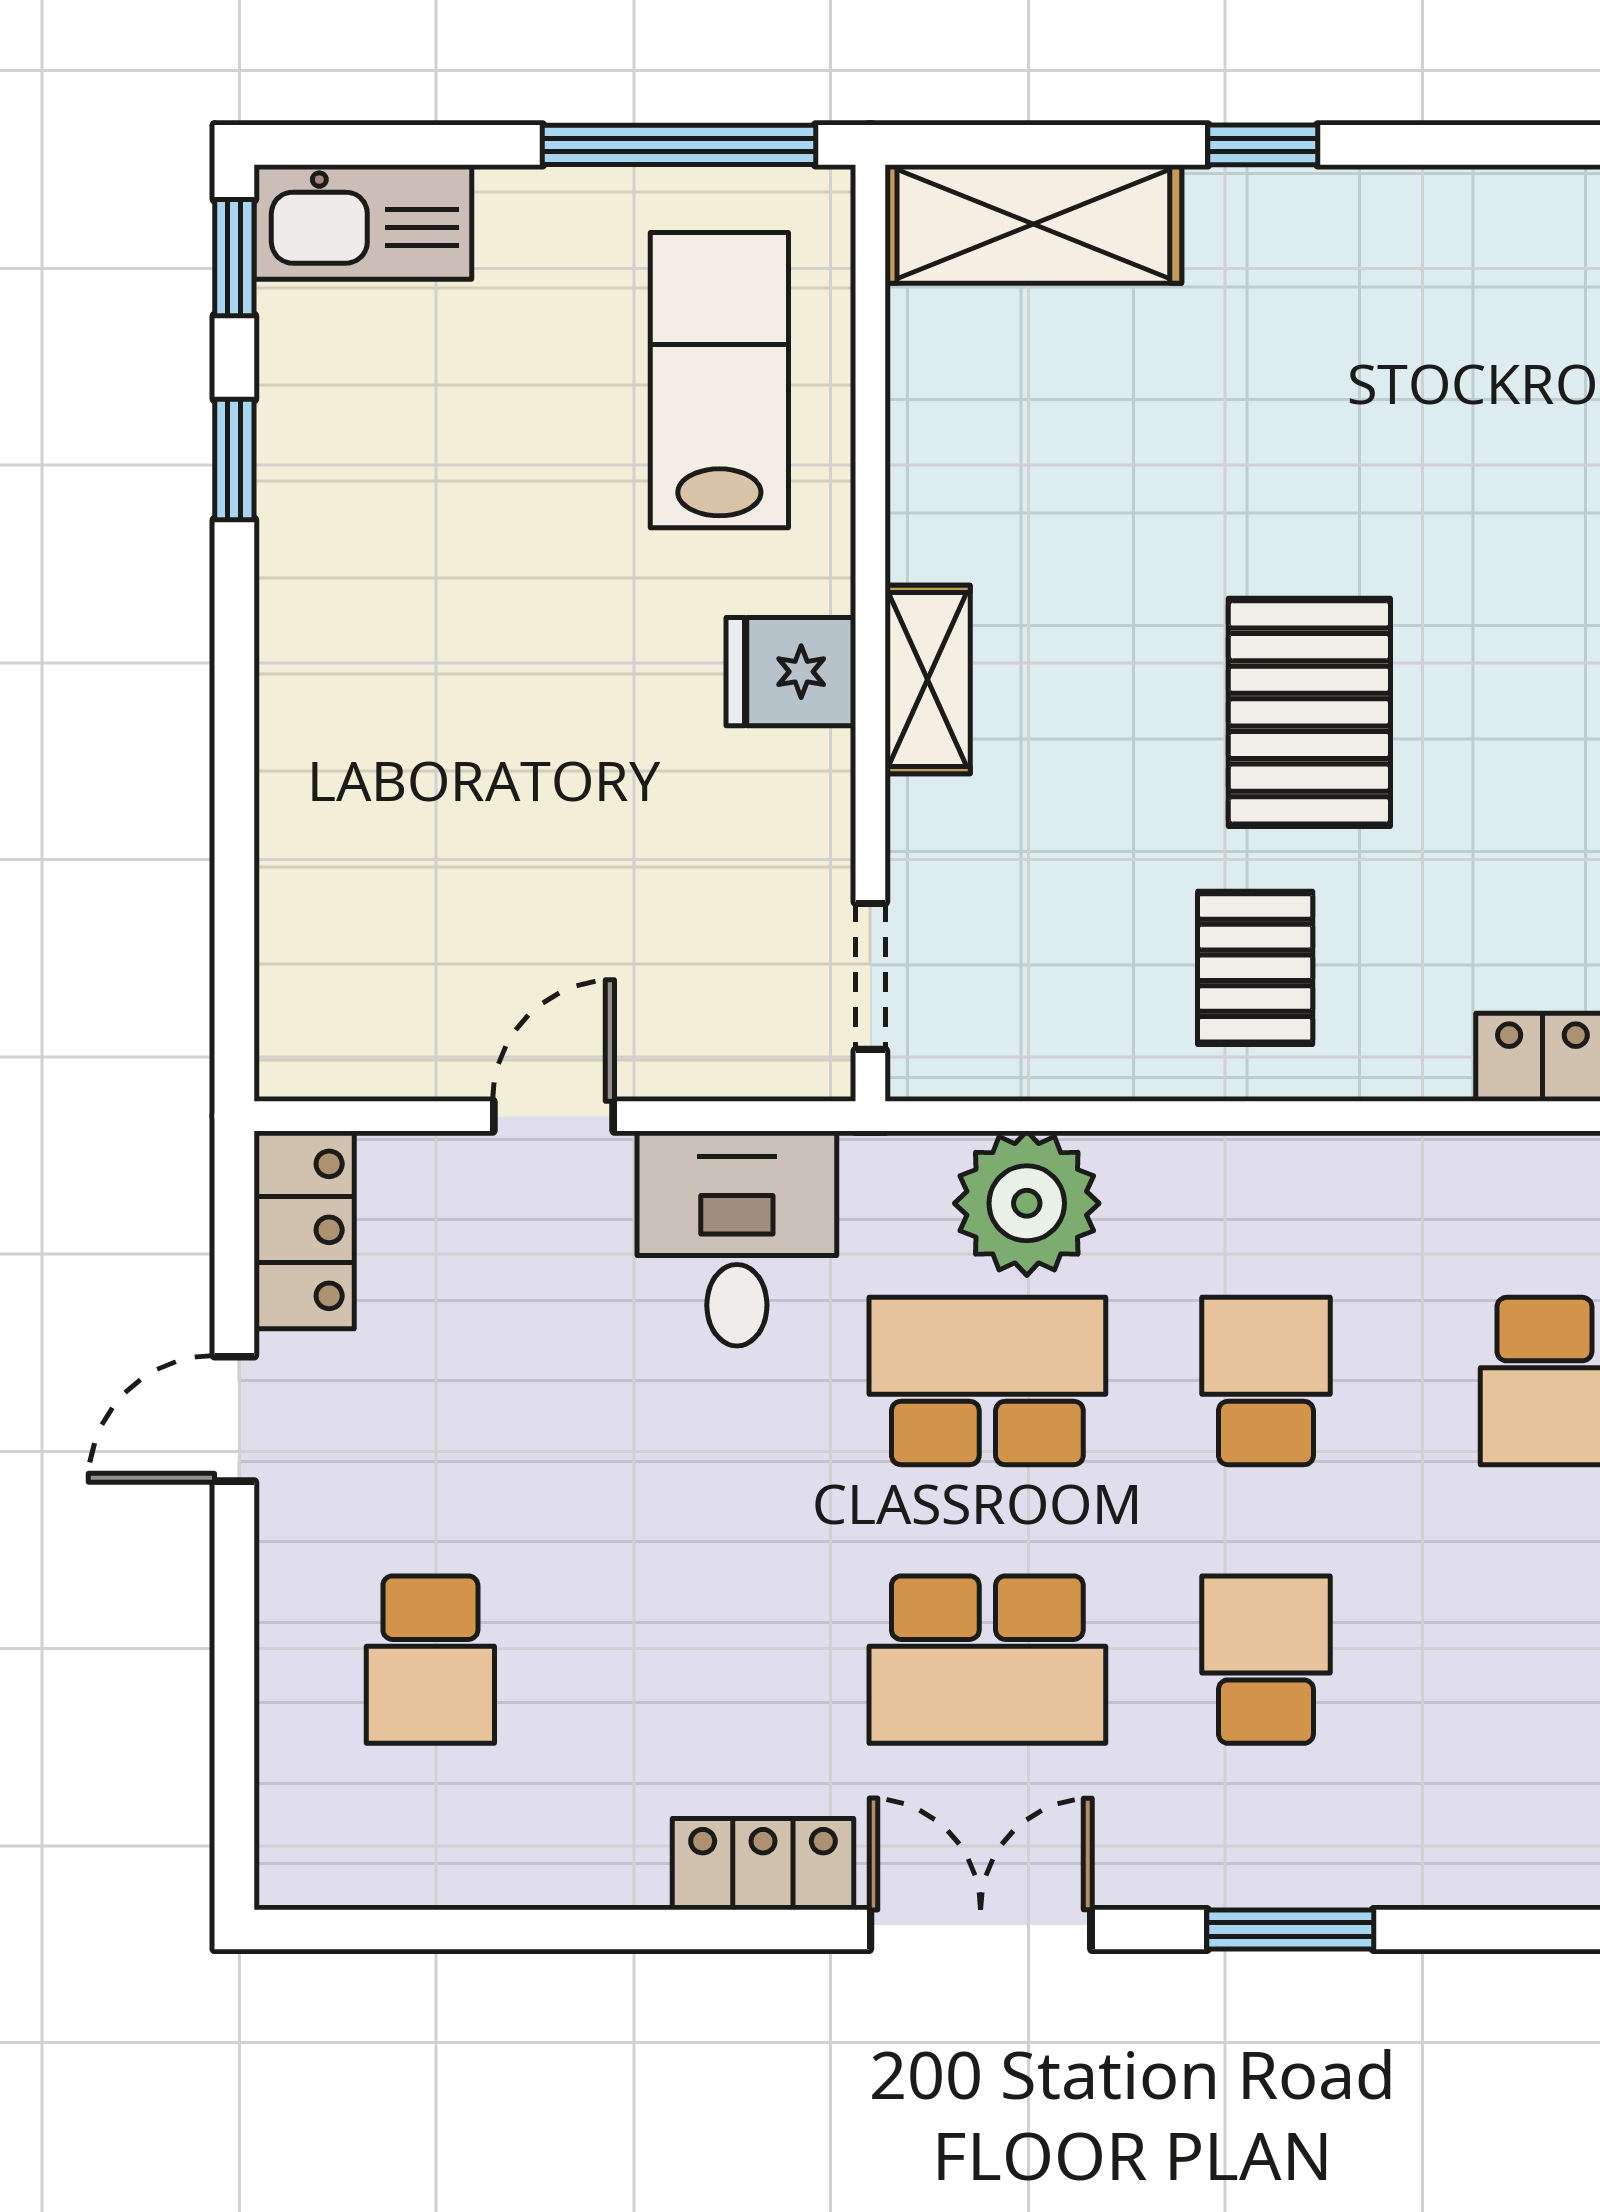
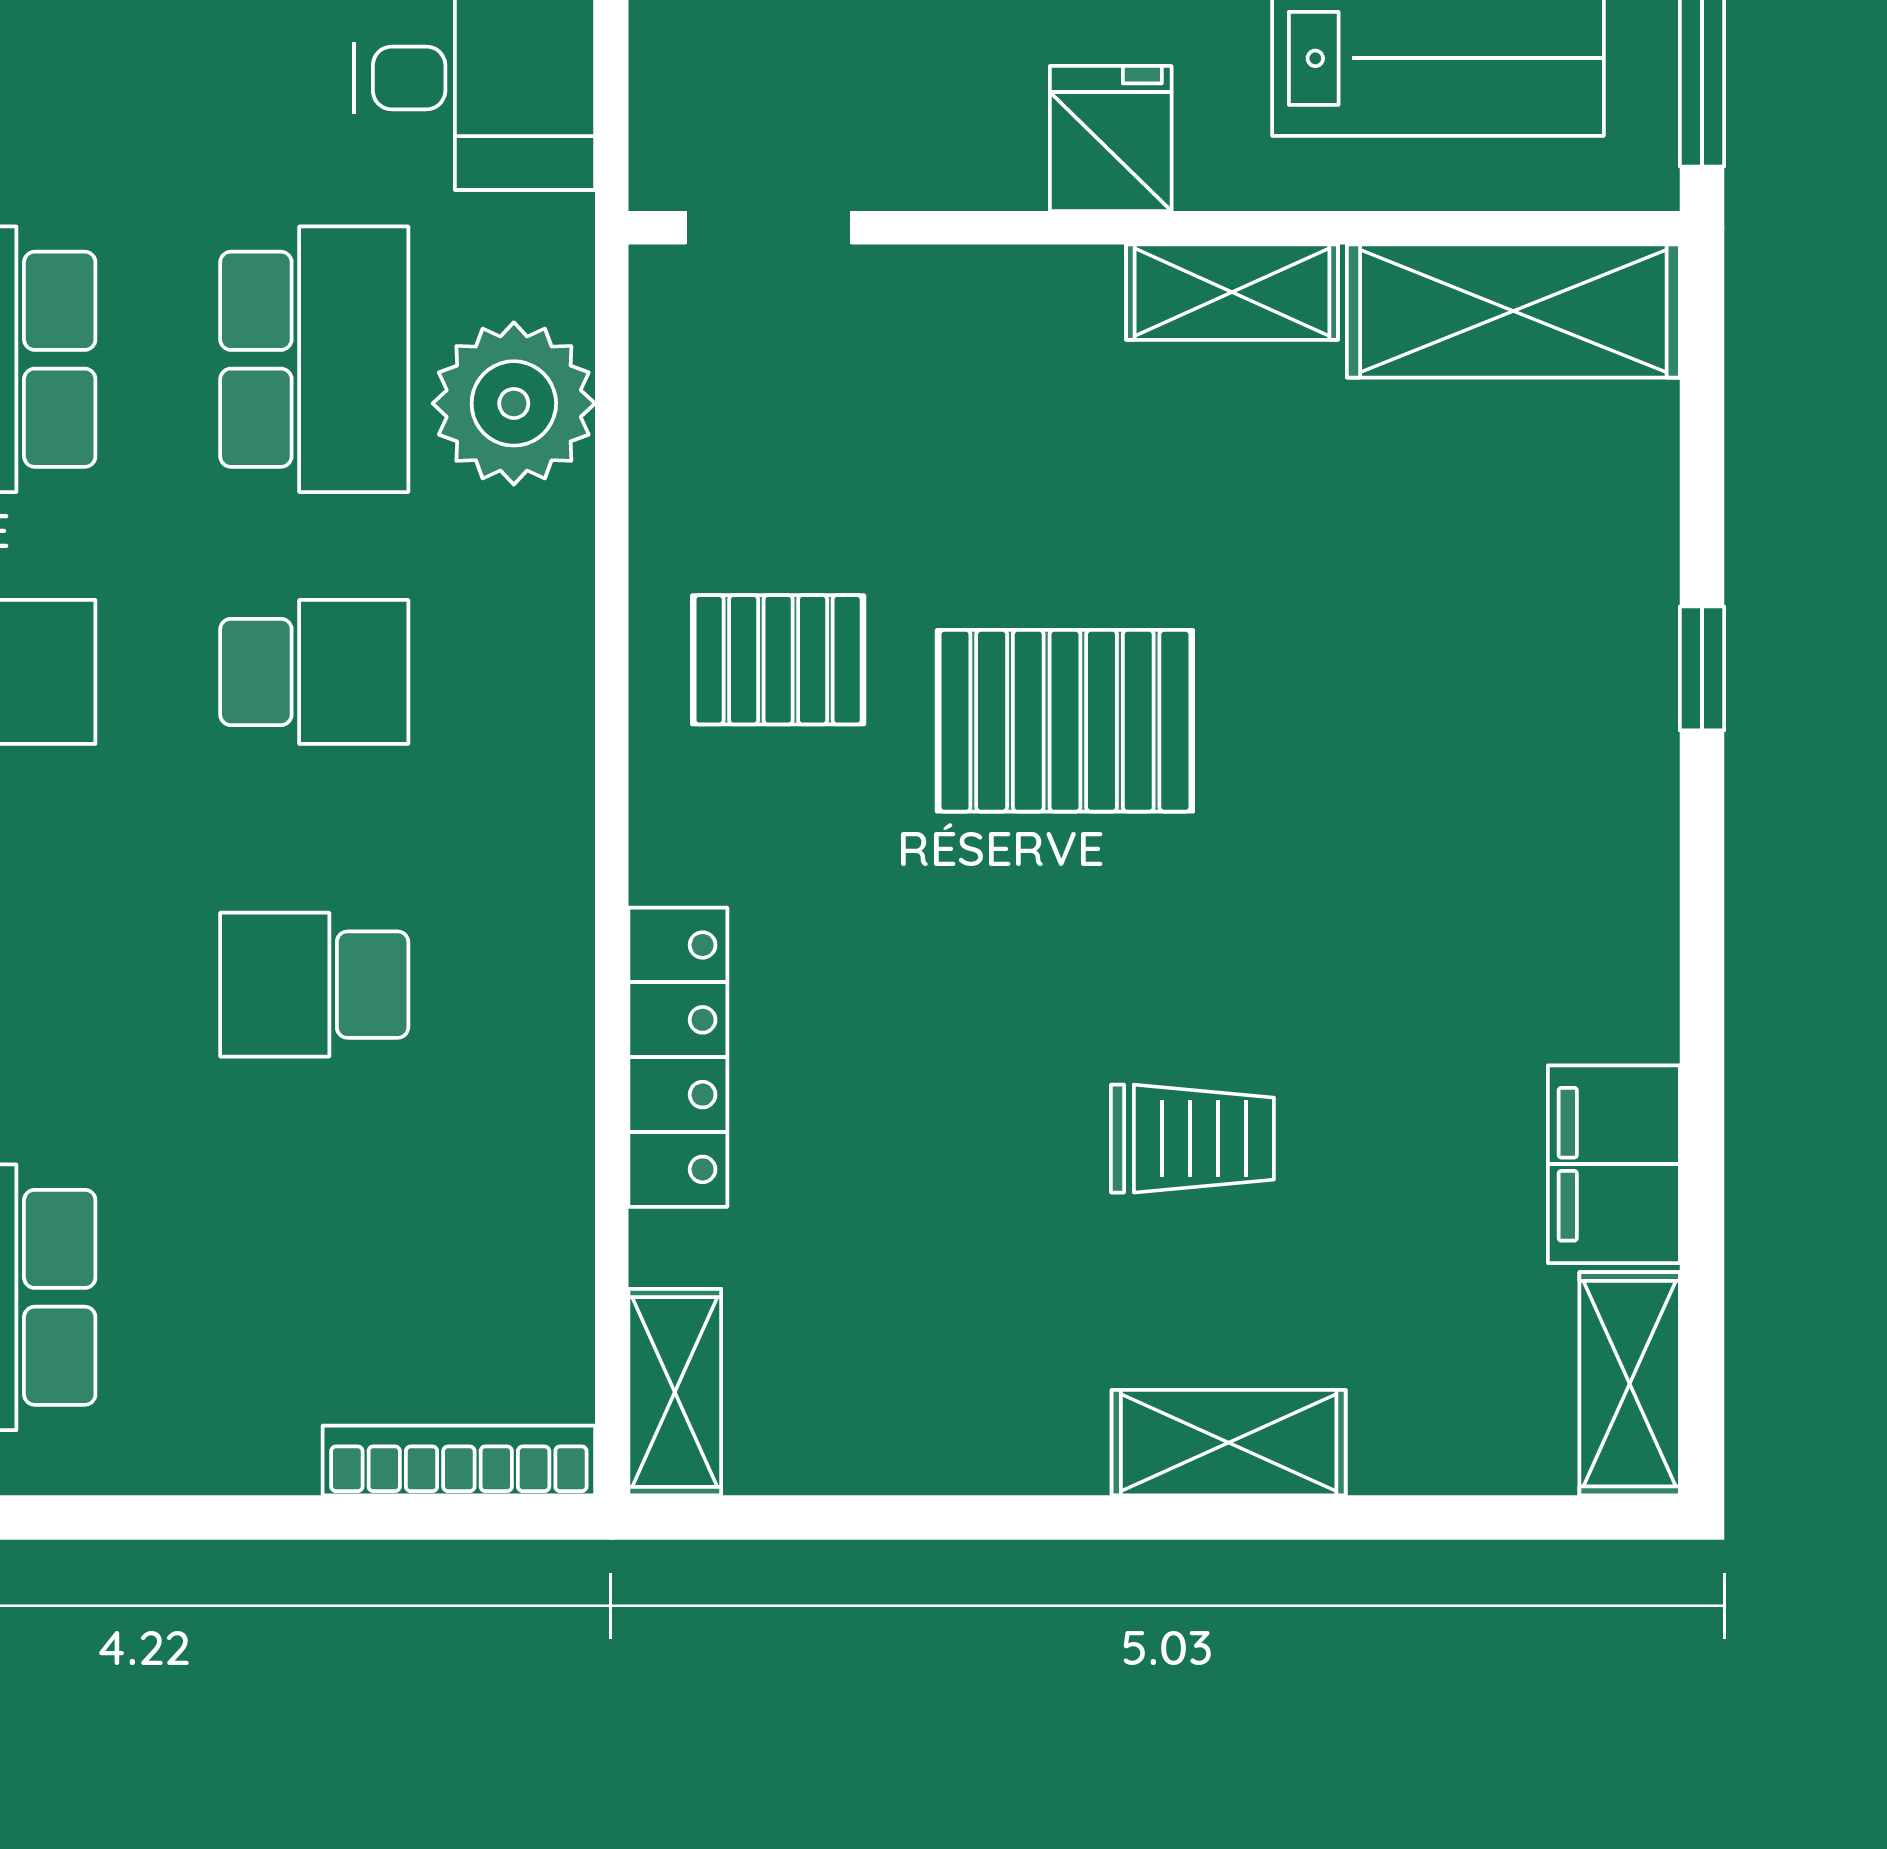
shelving: (1033, 224) -> (1513, 311), moved, turned 90
shelving: (928, 680) -> (1232, 292), moved

